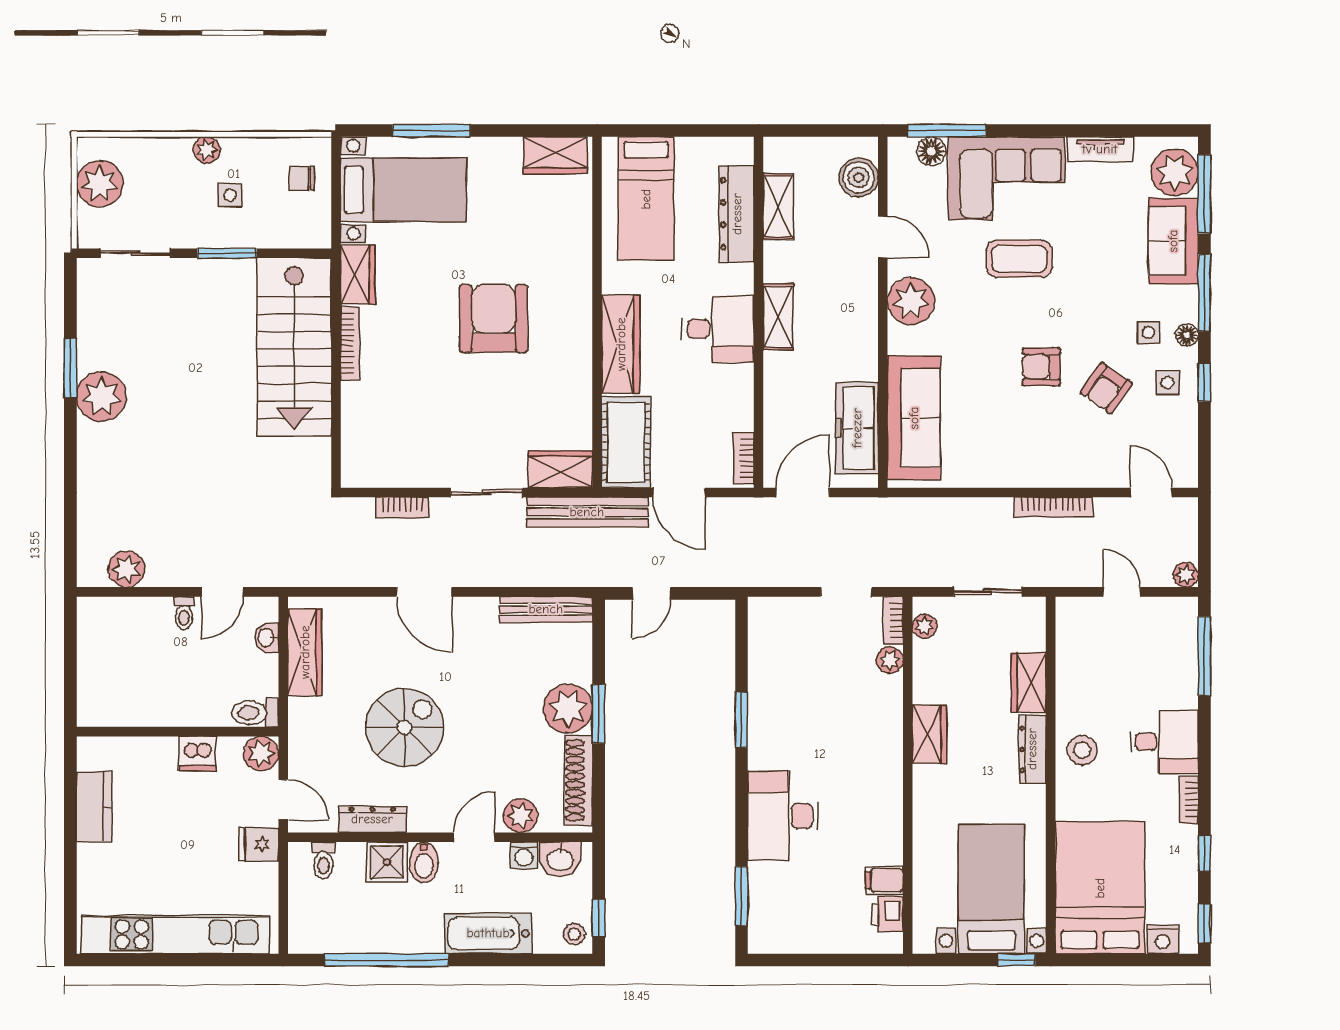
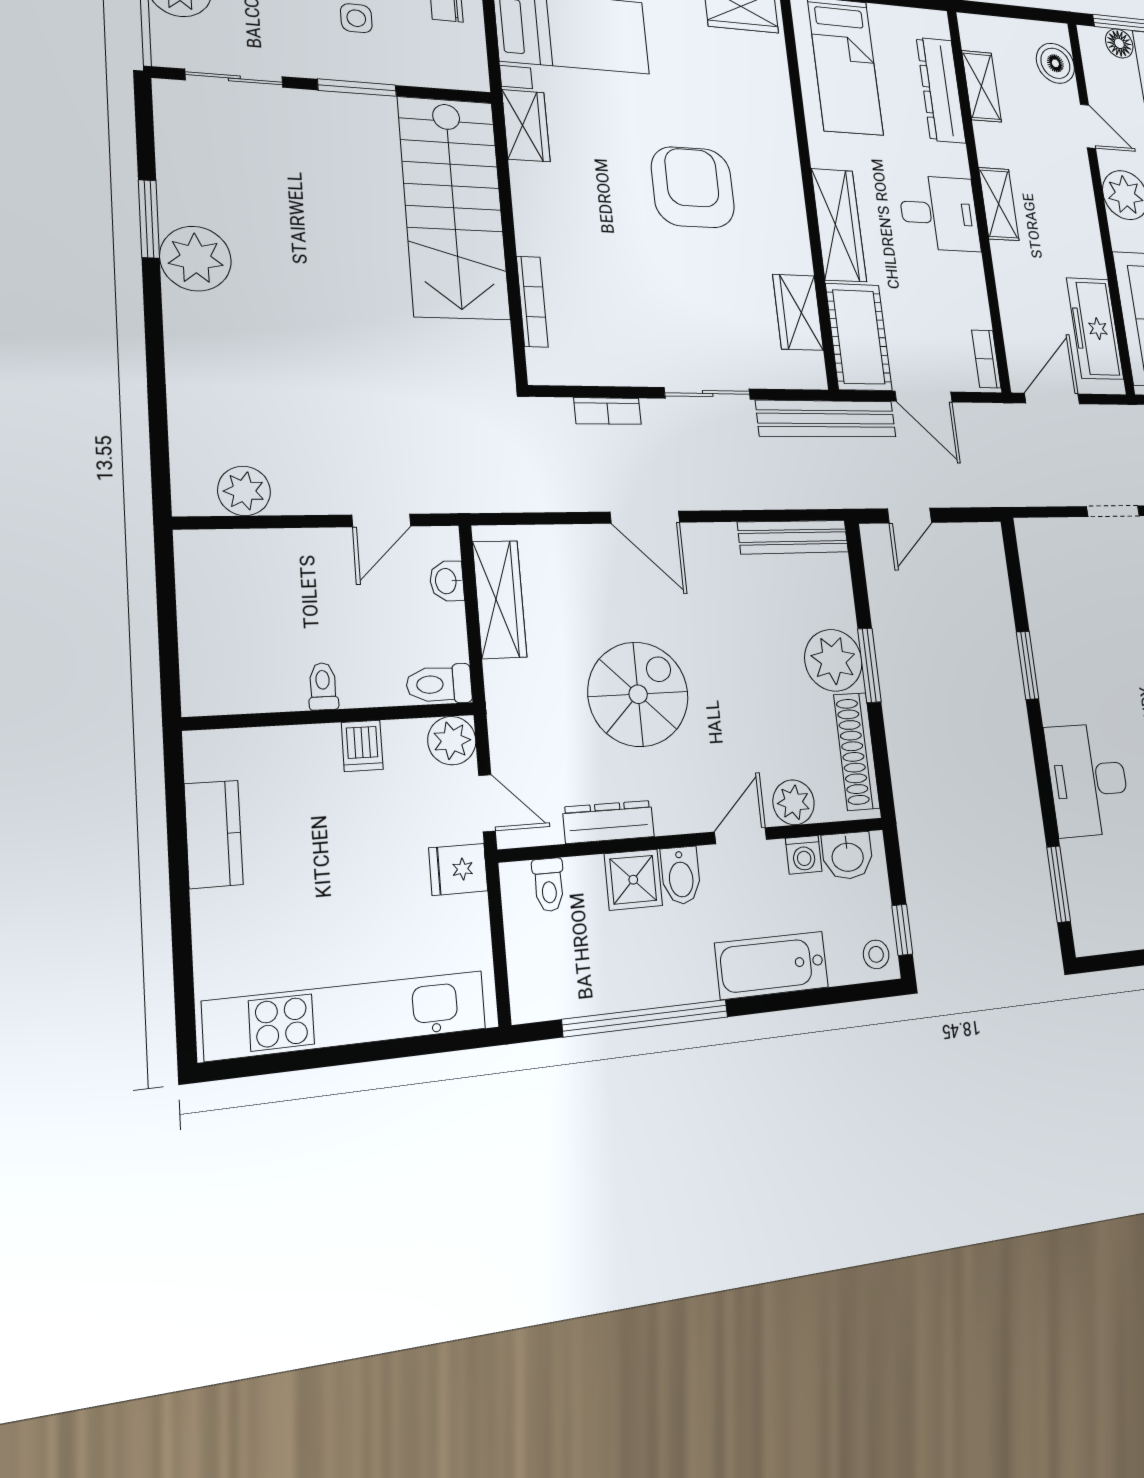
bookcase: (350, 343) -> (532, 302), moved
wardrobe: (560, 469) -> (798, 312), moved, turned -90
toilet: (184, 613) -> (323, 686), moved, turned 180
dishwasher: (197, 754) -> (362, 746), width x0.73

